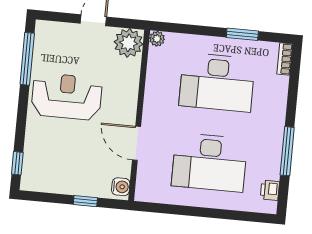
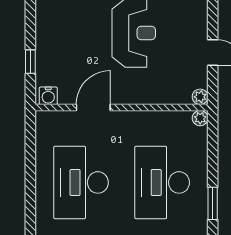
plant: (128, 43) -> (200, 97), width x0.53, depth x0.53

